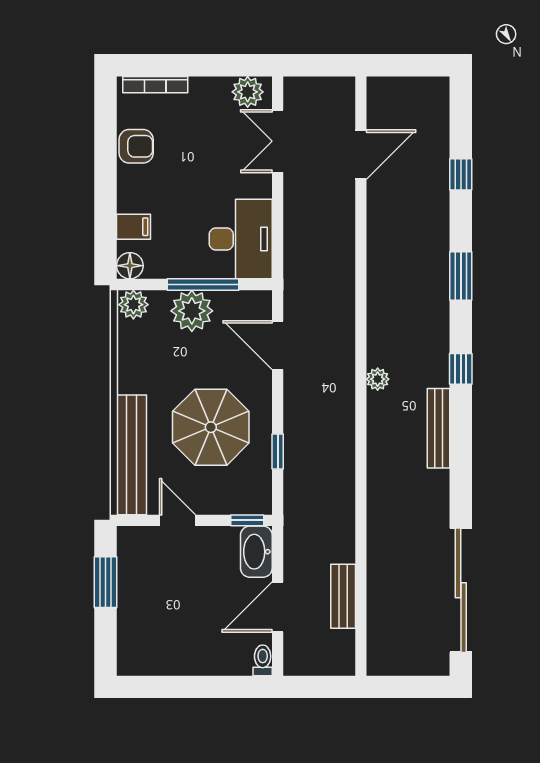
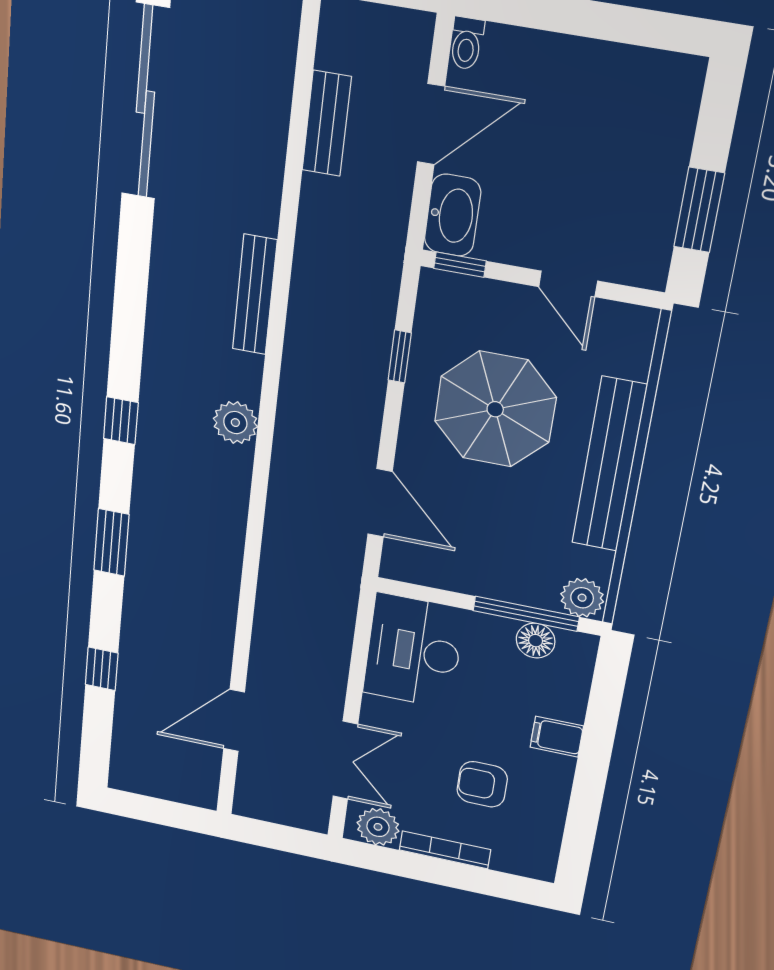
bookcase: (155, 85) -> (445, 850), moved
armchair: (136, 146) -> (482, 784), moved
filing cabinet: (134, 227) -> (557, 737), moved
floor lamp: (130, 266) -> (536, 641), moved
window: (203, 284) -> (526, 614), moved
plant: (192, 311) -> (498, 573), removed
plant: (378, 379) -> (235, 423), width x1.38, depth x1.38
bench: (439, 428) -> (255, 295), moved
bench: (132, 455) -> (609, 465), moved

